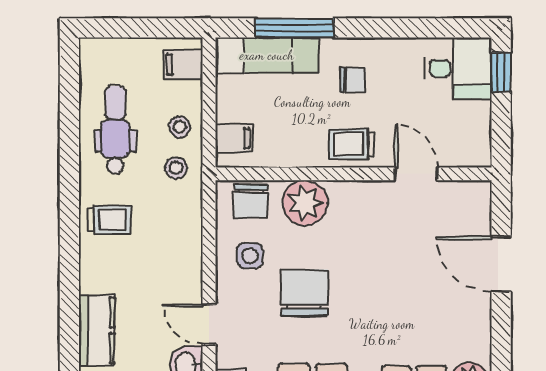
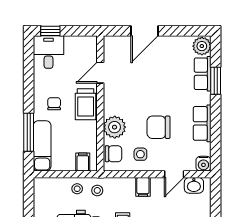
filing cabinet: (183, 64) -> (143, 187), moved
trolley: (352, 144) -> (86, 104), width x1.36, depth x1.39

